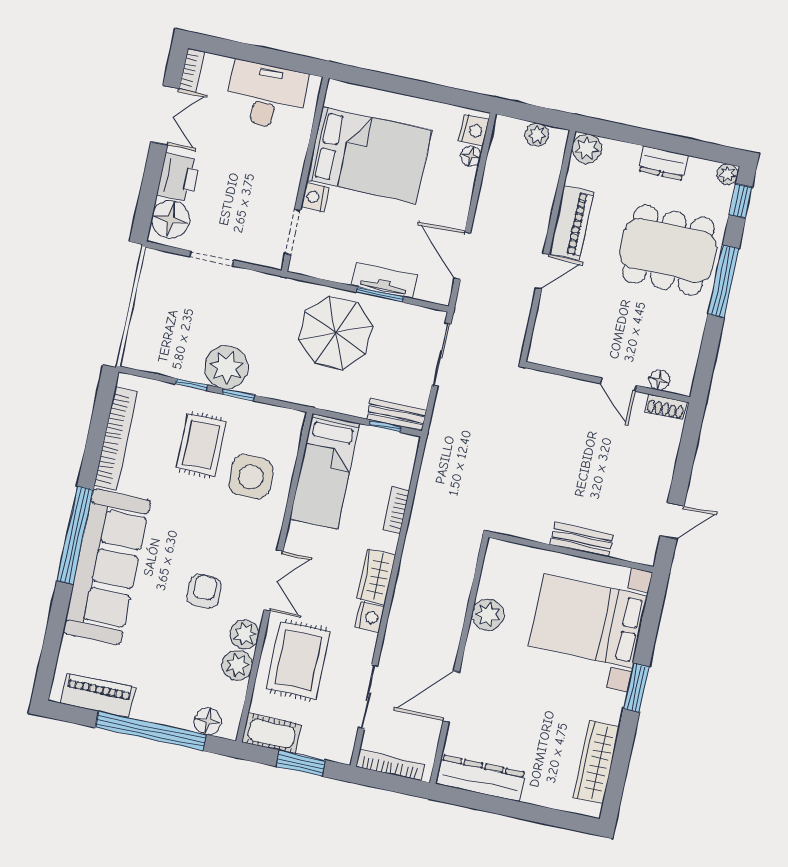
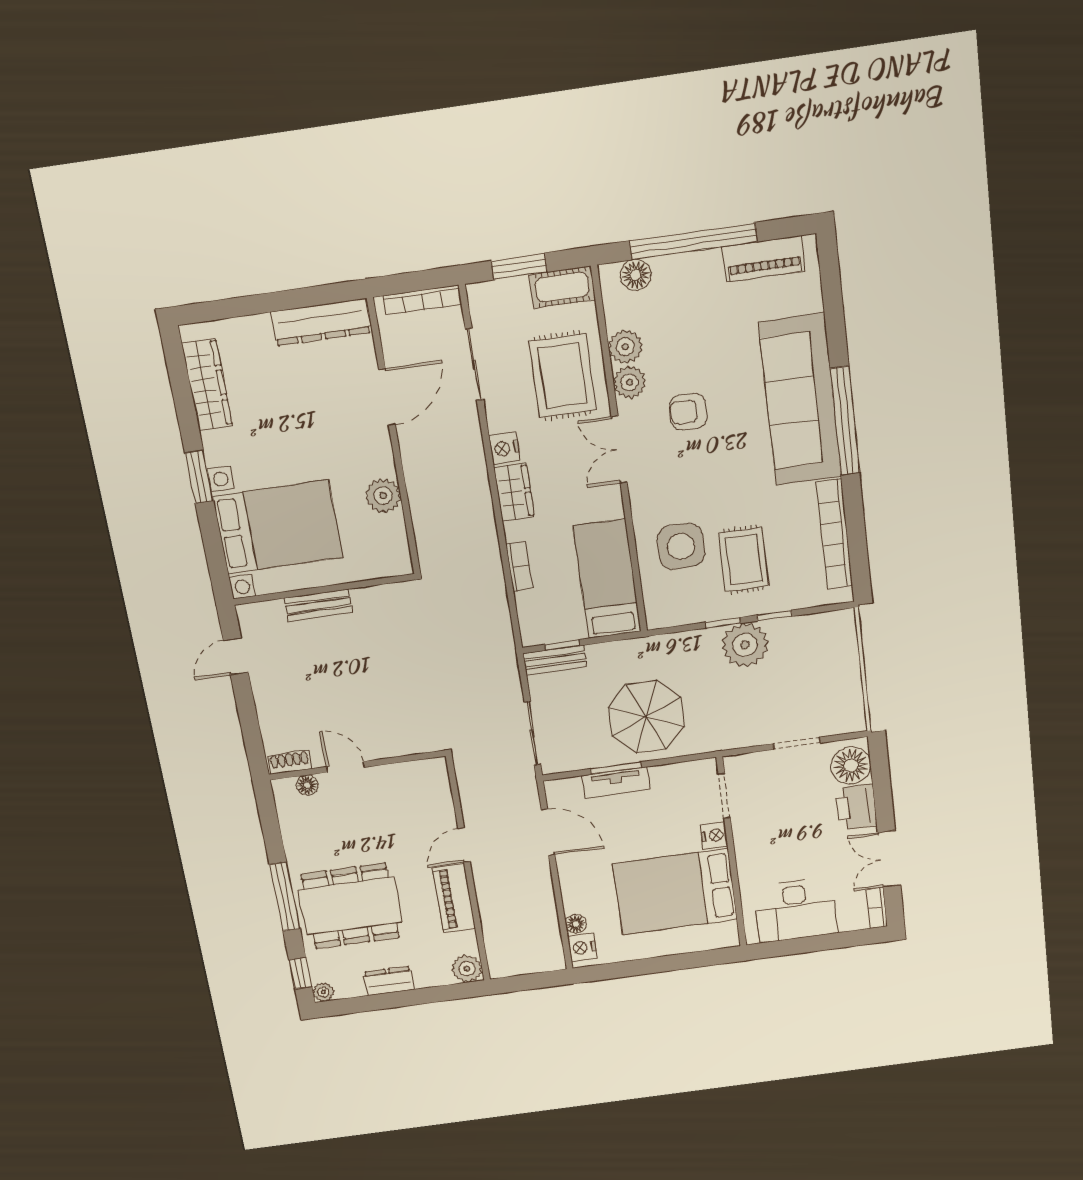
plant: (537, 135) -> (520, 965), removed
armchair: (204, 591) -> (688, 412), turned 90

